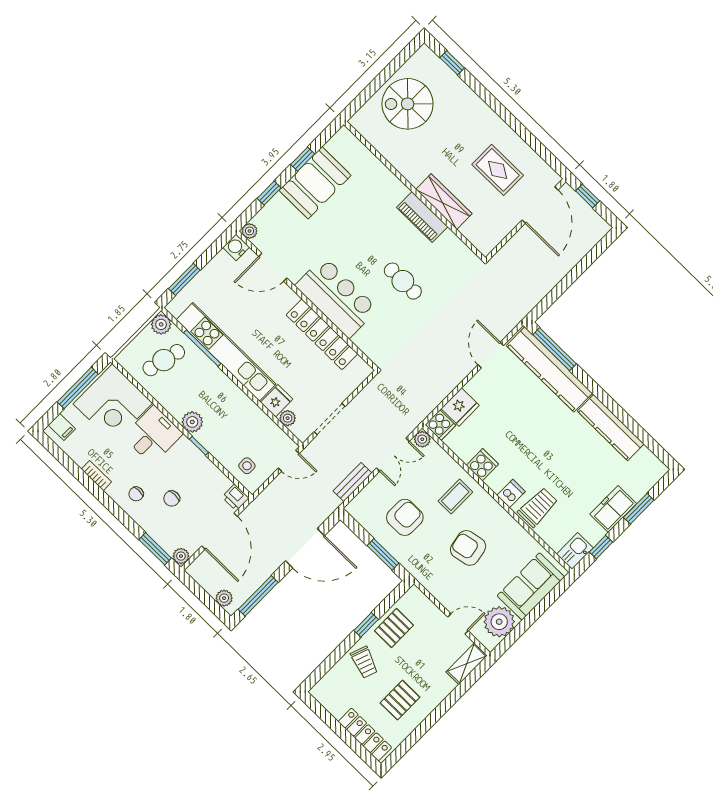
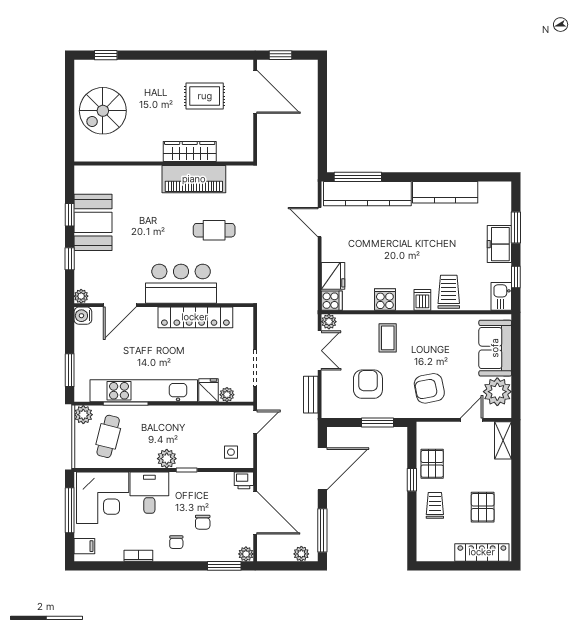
piano: (422, 217) -> (194, 179), width x1.37, depth x1.33
armchair: (468, 548) -> (429, 388), moved
trolley: (364, 662) -> (435, 505), turned -110

